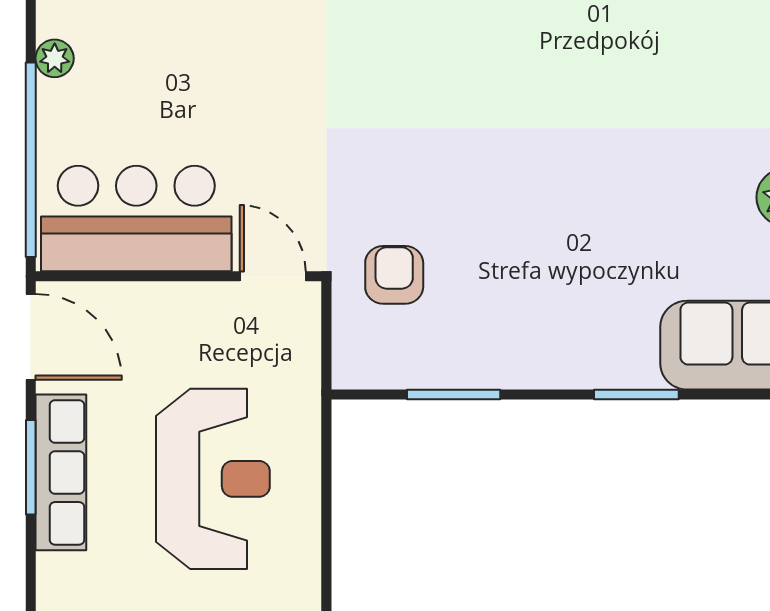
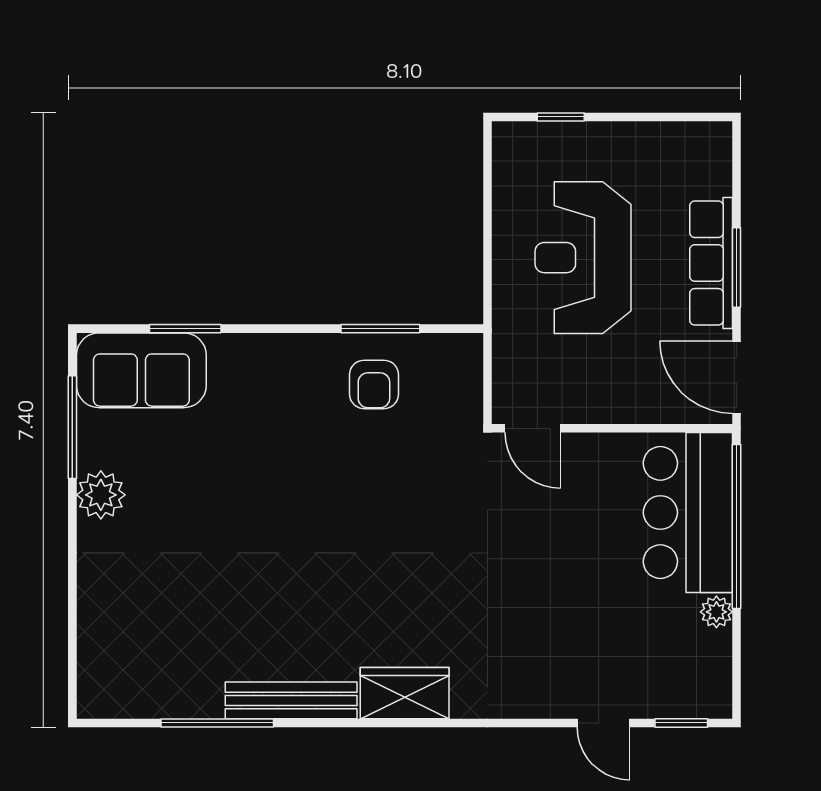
bar counter: (136, 219) -> (688, 512), moved, turned 90
armchair: (394, 275) -> (374, 384), moved
window: (636, 395) -> (185, 329), moved

